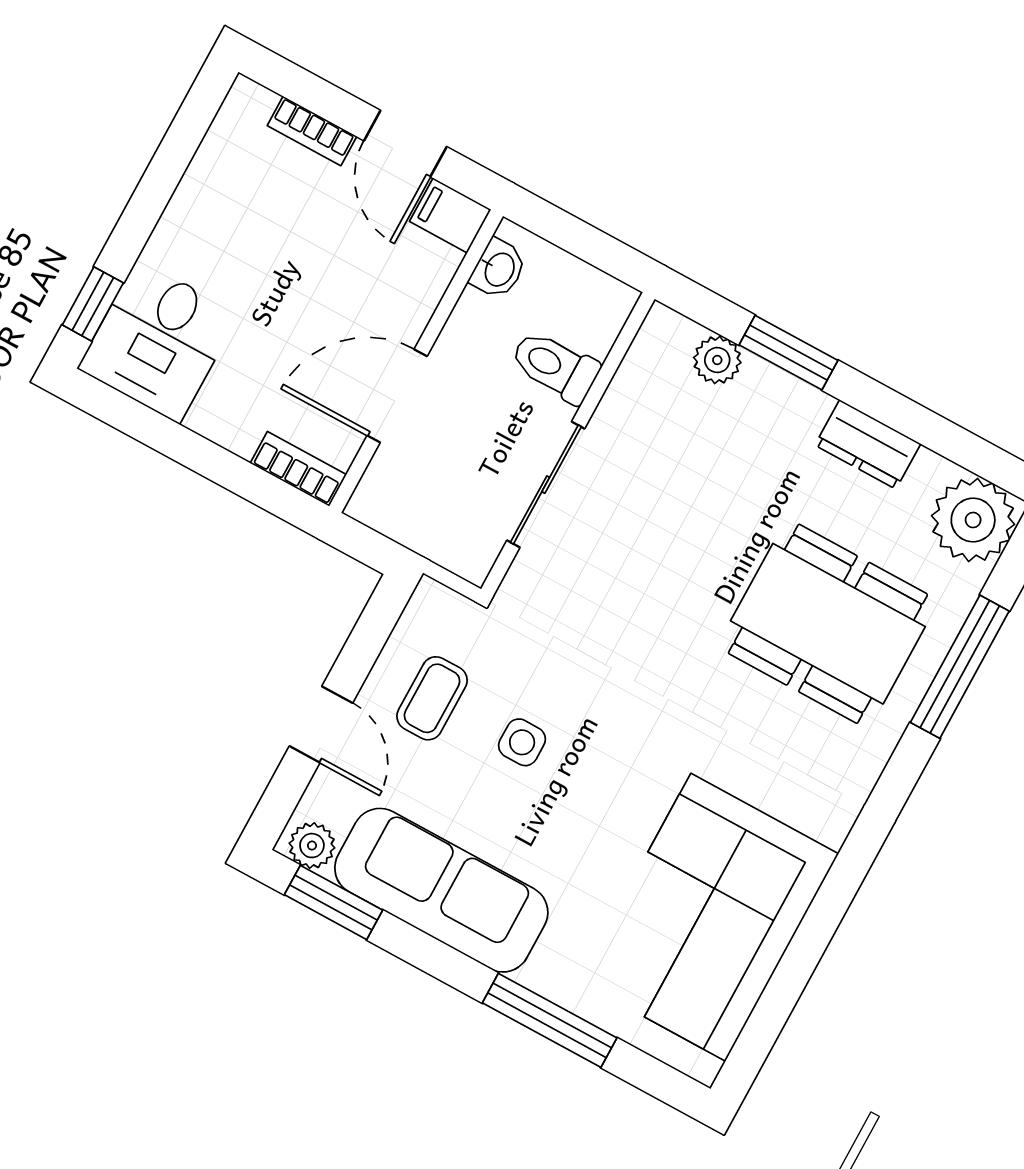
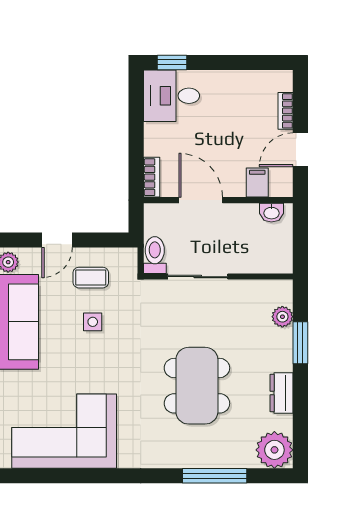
filing cabinet: (450, 215) -> (257, 182), moved
toilet: (555, 366) -> (155, 255), moved
dining table: (828, 624) -> (197, 386), moved

